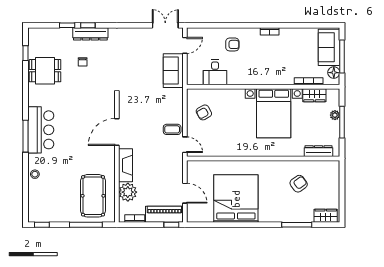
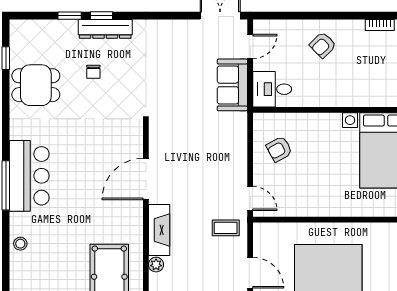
armchair: (232, 44) -> (323, 45), turned 136
desk: (215, 72) -> (272, 89), moved, turned 90
coffee table: (172, 129) -> (226, 228), moved
plant: (128, 192) -> (156, 265), width x0.53, depth x0.53

